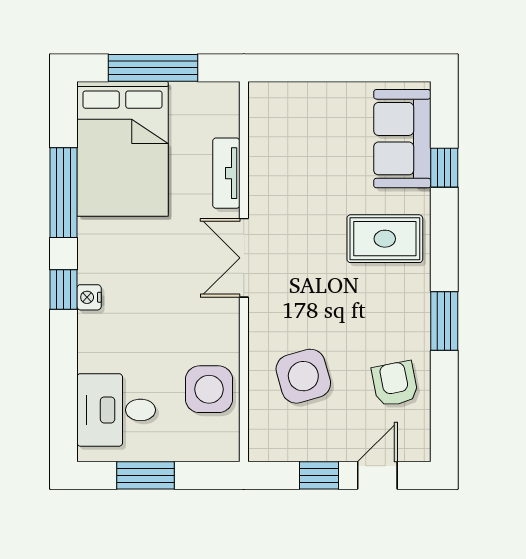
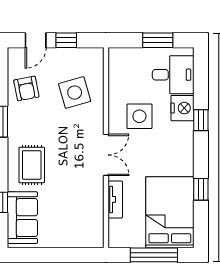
window: (64, 193) -> (201, 189), width x0.46
rug: (385, 239) -> (32, 165), turned 90
window: (64, 289) -> (201, 120), moved
nightstand: (89, 297) -> (182, 108), moved, width x1.89, depth x1.79
side table: (209, 389) -> (139, 116), moved

